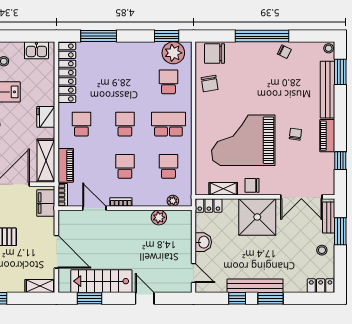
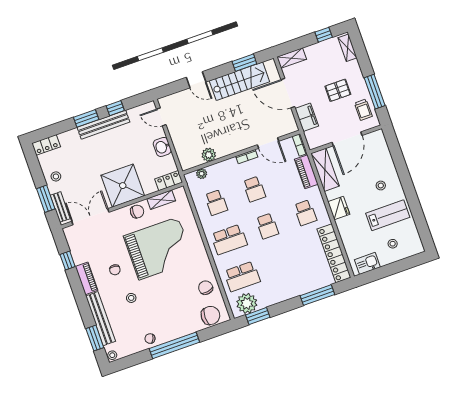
school desk: (168, 82) -> (242, 276), width x1.85
stool: (289, 100) -> (131, 298), added
filing cabinet: (46, 203) -> (307, 117), moved

